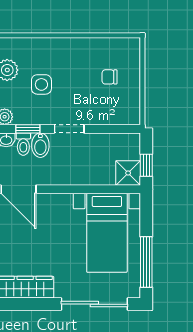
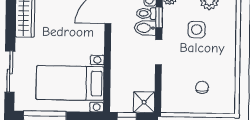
shower: (128, 173) -> (144, 102), moved
sliding door: (94, 304) -> (10, 72), width x0.73

